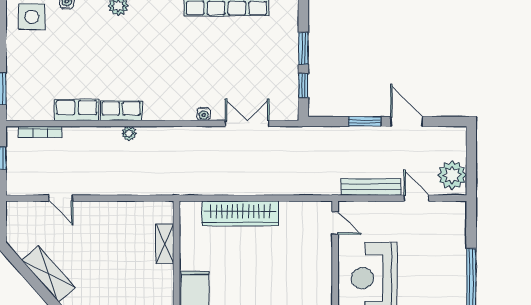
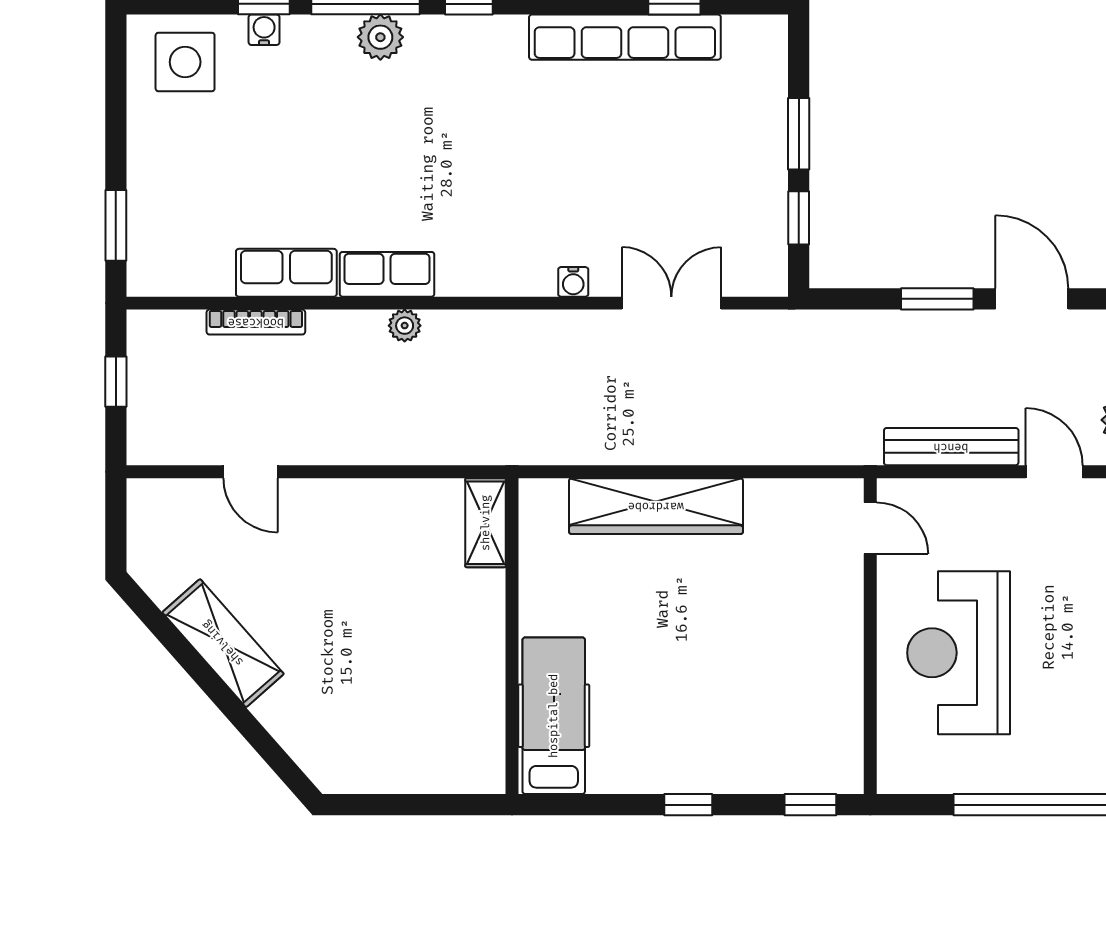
bookcase: (40, 132) -> (256, 322), moved
shelving: (165, 244) -> (486, 523), moved

